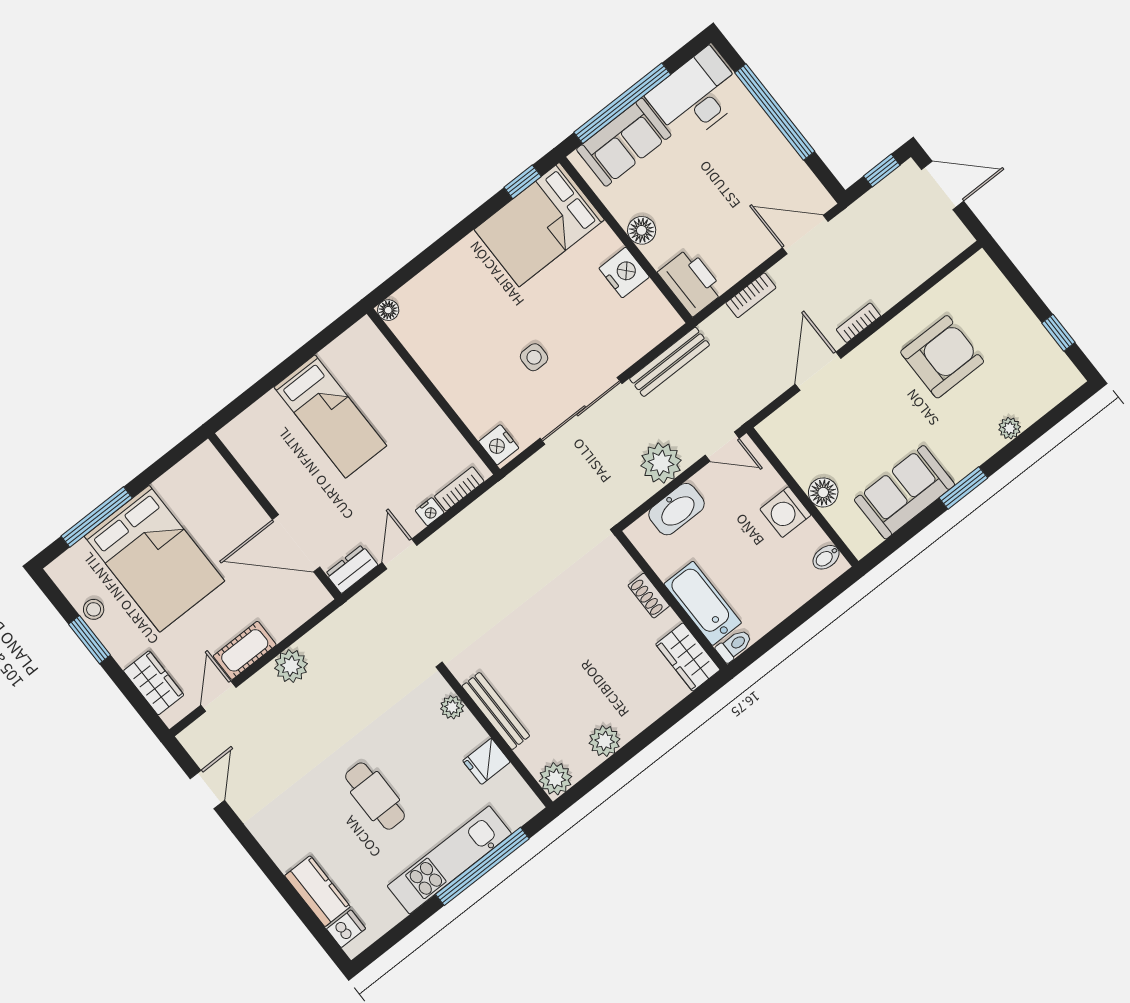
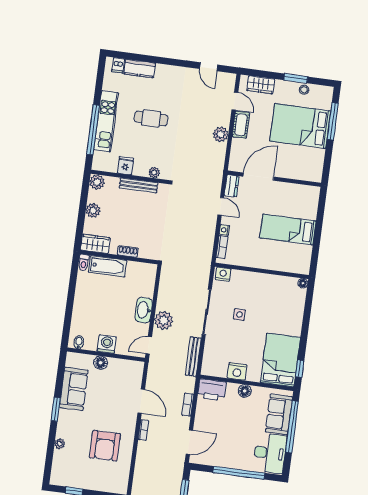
shoe rack: (649, 596) -> (128, 252), moved
wall: (671, 600) -> (119, 257), moved
bathtub: (703, 603) -> (108, 266), moved
toilet: (734, 645) -> (84, 263), moved
wardrobe: (688, 657) -> (95, 244), moved

